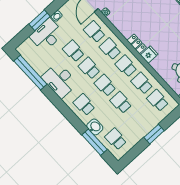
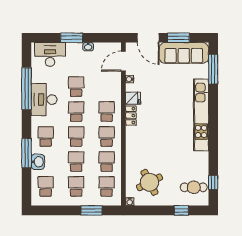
school desk: (95, 32) -> (76, 186), moved
desk: (47, 35) -> (50, 54), moved
locker: (137, 44) -> (131, 116), moved
fridge: (149, 55) -> (133, 98), moved
window: (30, 73) -> (27, 89), moved
window: (154, 134) -> (92, 210), moved
window: (94, 142) -> (27, 153), moved

